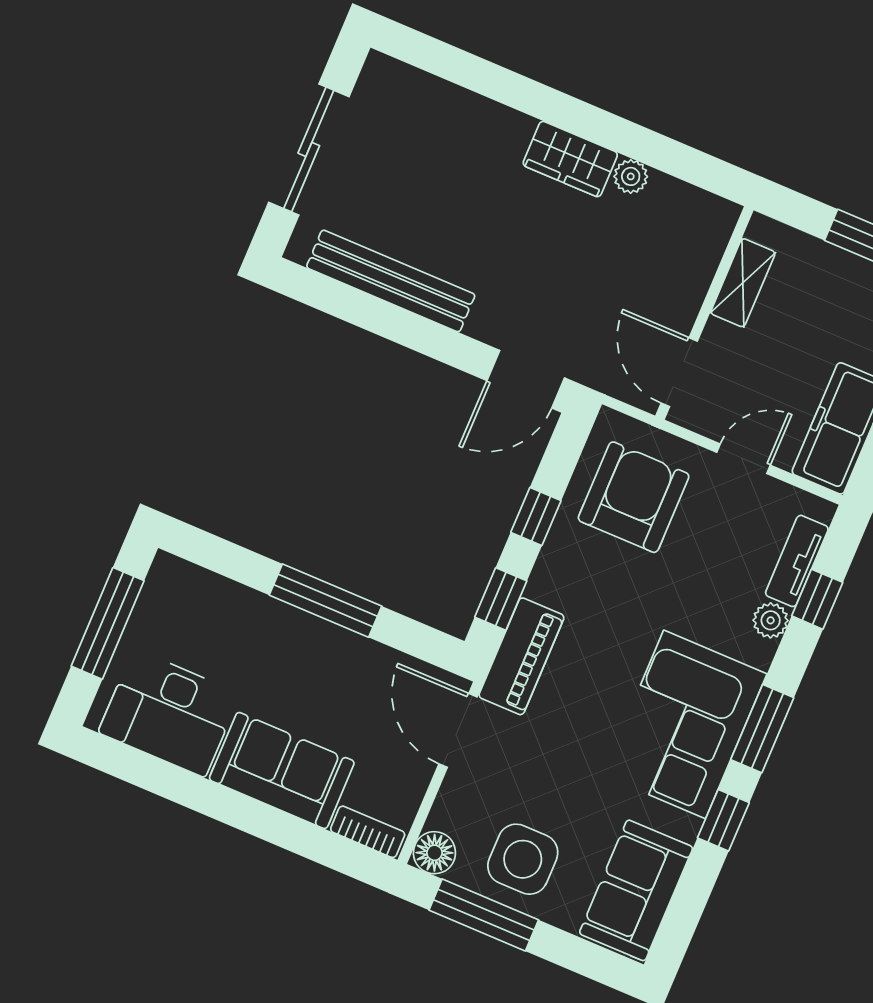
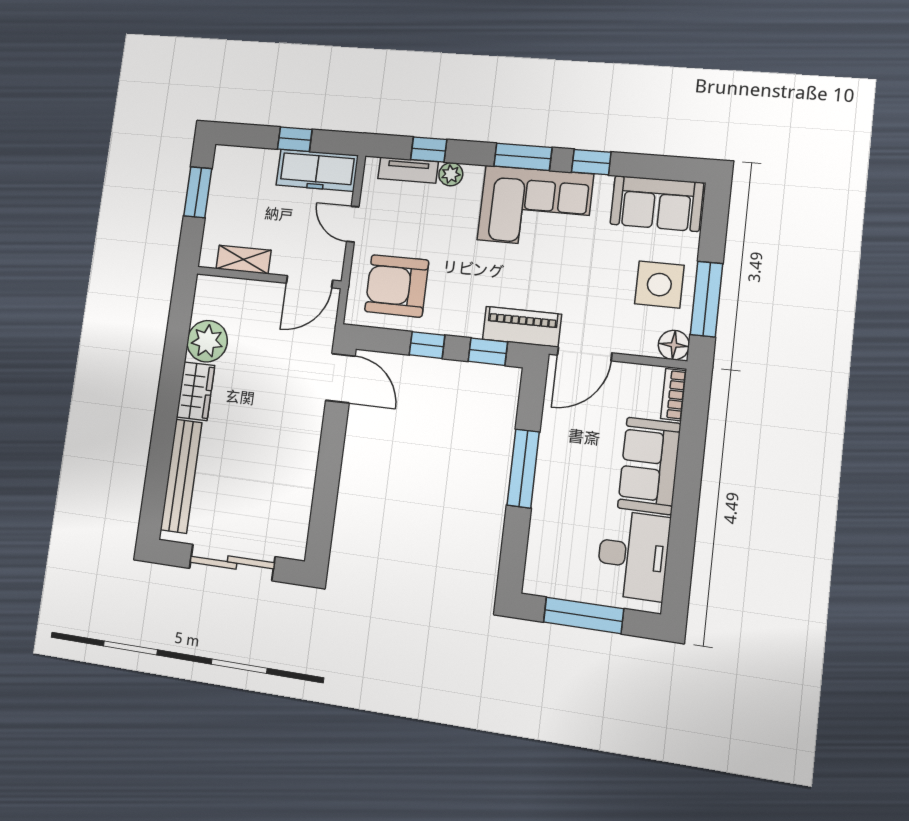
plant: (631, 176) -> (207, 341), width x1.88, depth x1.88
bench: (391, 281) -> (181, 476), moved

